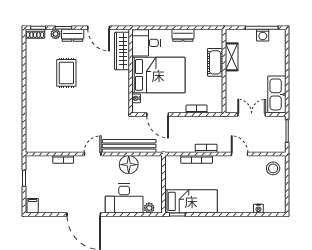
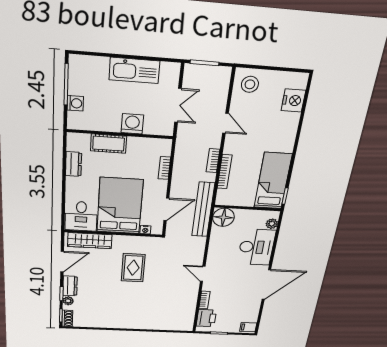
dresser: (183, 35) -> (74, 164), moved
washing machine: (263, 35) -> (75, 103), moved
shelving: (232, 57) -> (103, 124), removed
rug: (66, 73) -> (133, 268), moved, turned 90
washing machine: (234, 80) -> (132, 124), added
kitchen sink: (277, 94) -> (134, 70), moved
double door: (252, 115) -> (178, 105), swing flipped
bench: (129, 146) -> (203, 210), moved
door: (240, 154) -> (226, 123), swing flipped
printer: (42, 164) -> (206, 318), added
floor lamp: (129, 165) -> (223, 217), moved
nightstand: (258, 209) -> (293, 100), width x1.89, depth x1.79

